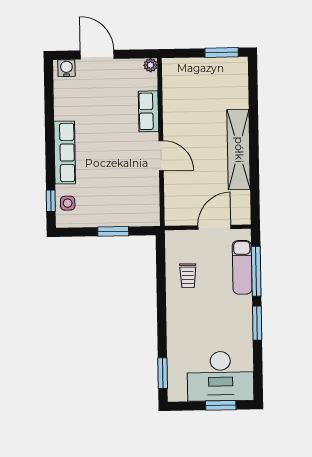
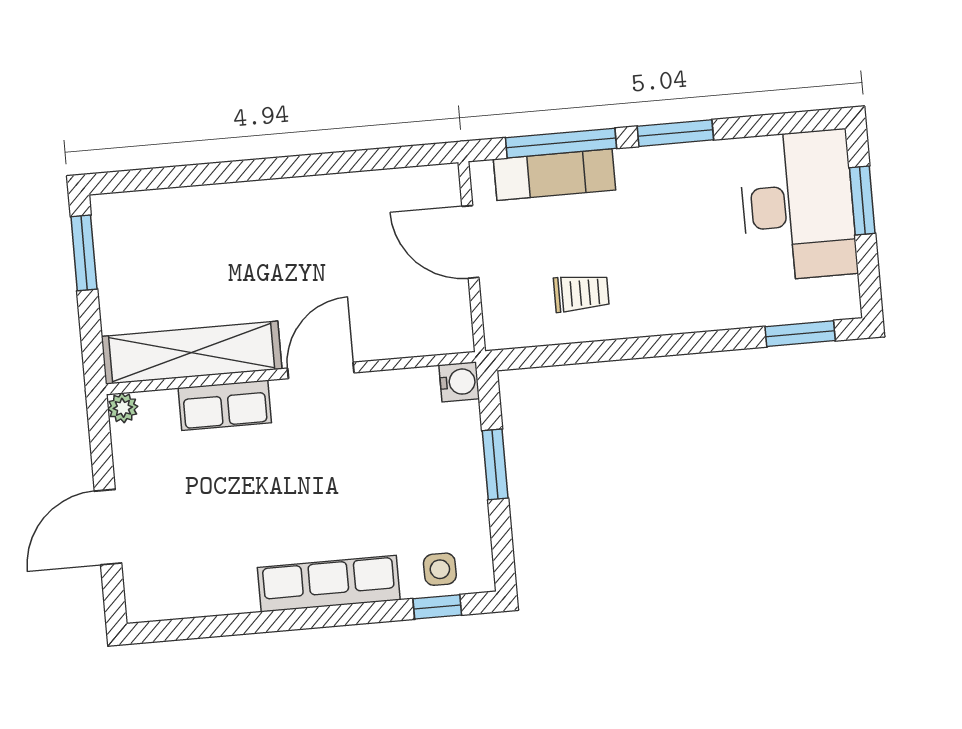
water cooler: (66, 68) -> (459, 382), moved, turned 180
shelving: (239, 150) -> (192, 353), moved

